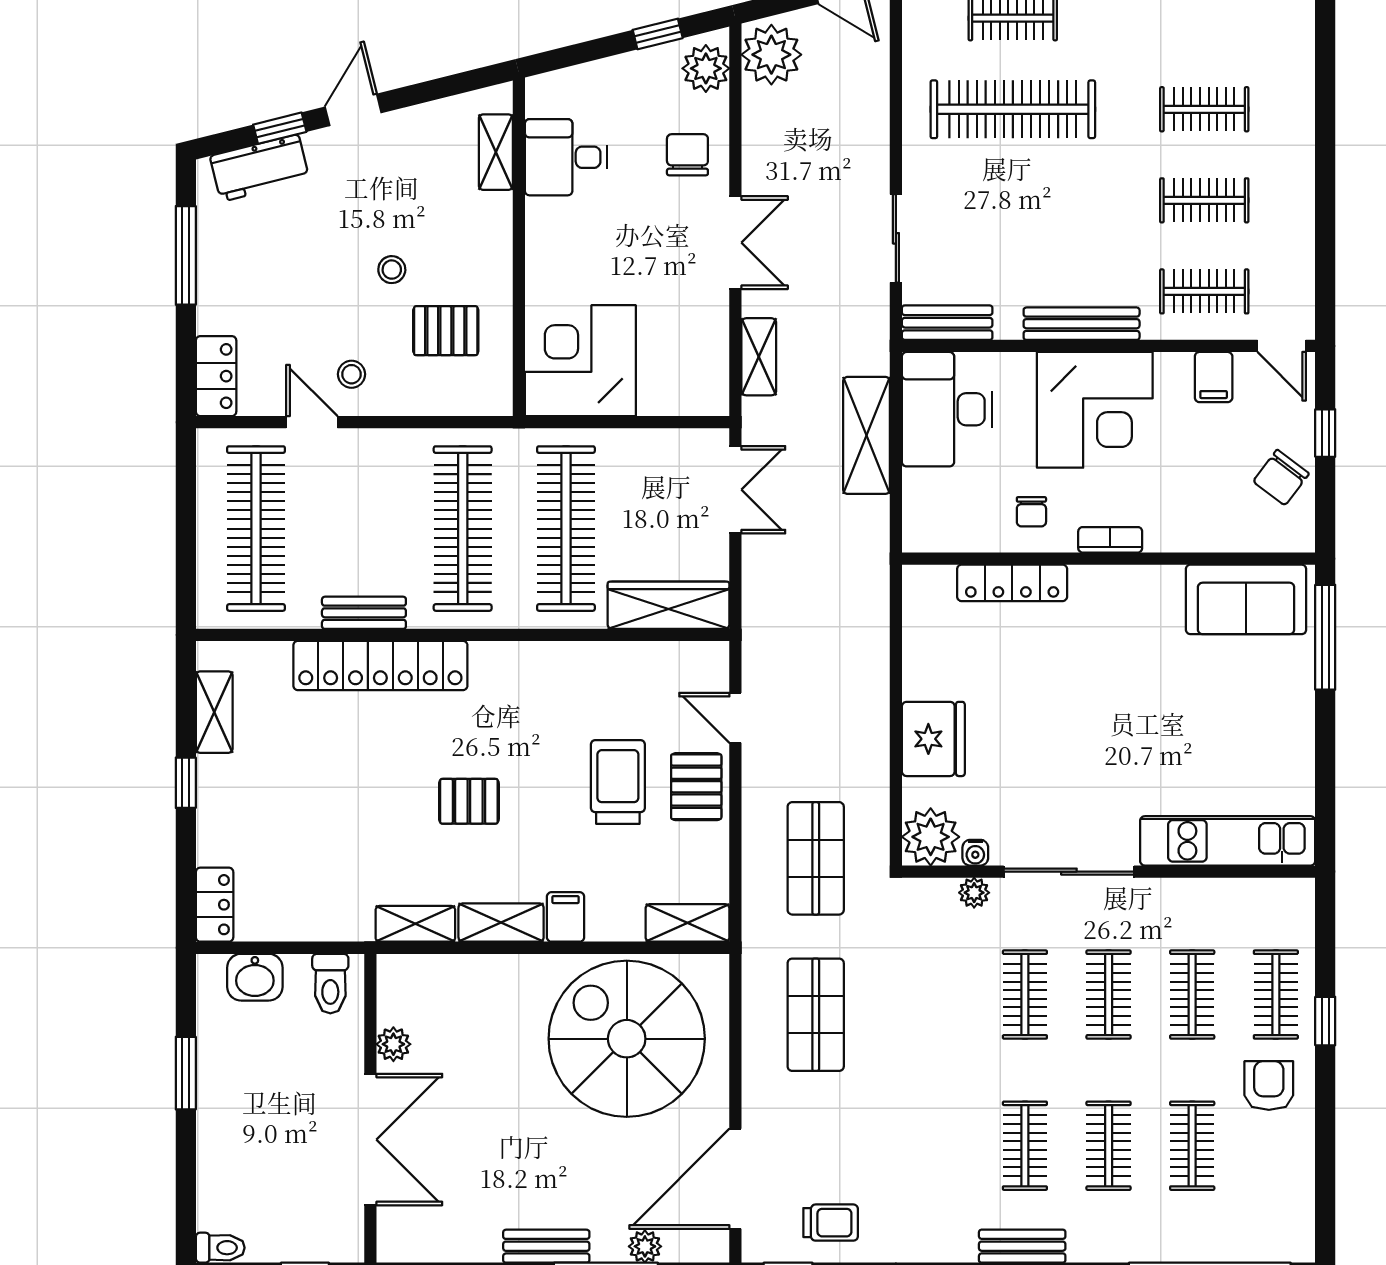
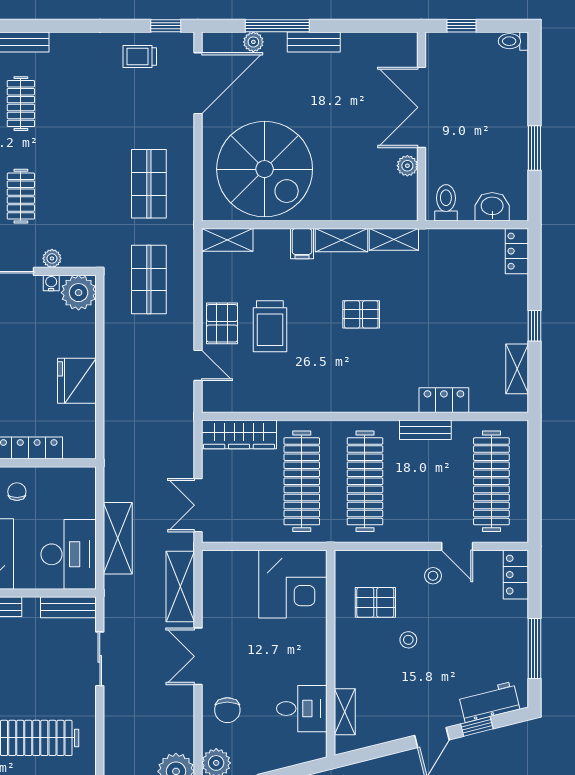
shelving: (759, 357) -> (180, 586), width x1.50, depth x1.33
locker: (380, 665) -> (444, 400), width x0.46, depth x0.83
fridge: (933, 739) -> (77, 381), moved

